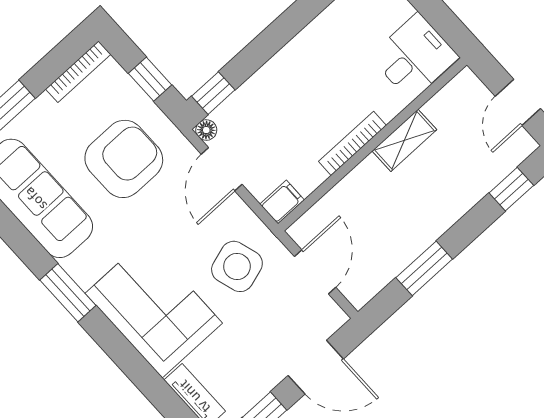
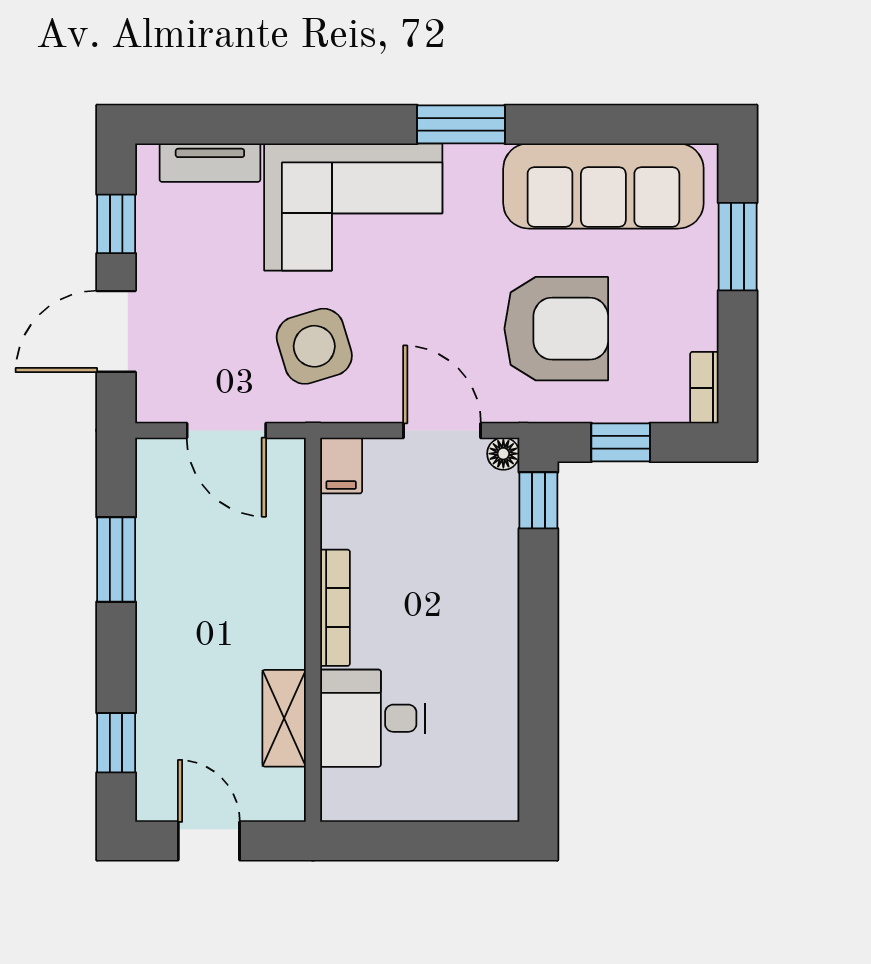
desk: (414, 57) -> (373, 718), moved, turned 90
bookcase: (78, 72) -> (704, 388), width x0.64
shelving: (404, 140) -> (284, 718), moved
armchair: (124, 159) -> (556, 329), turned -90

